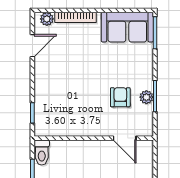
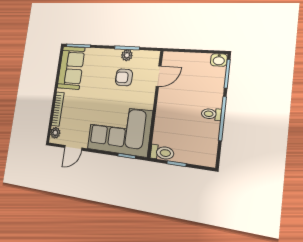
door: (32, 46) -> (73, 148), swing flipped
corner sofa: (60, 100) -> (119, 130), added

